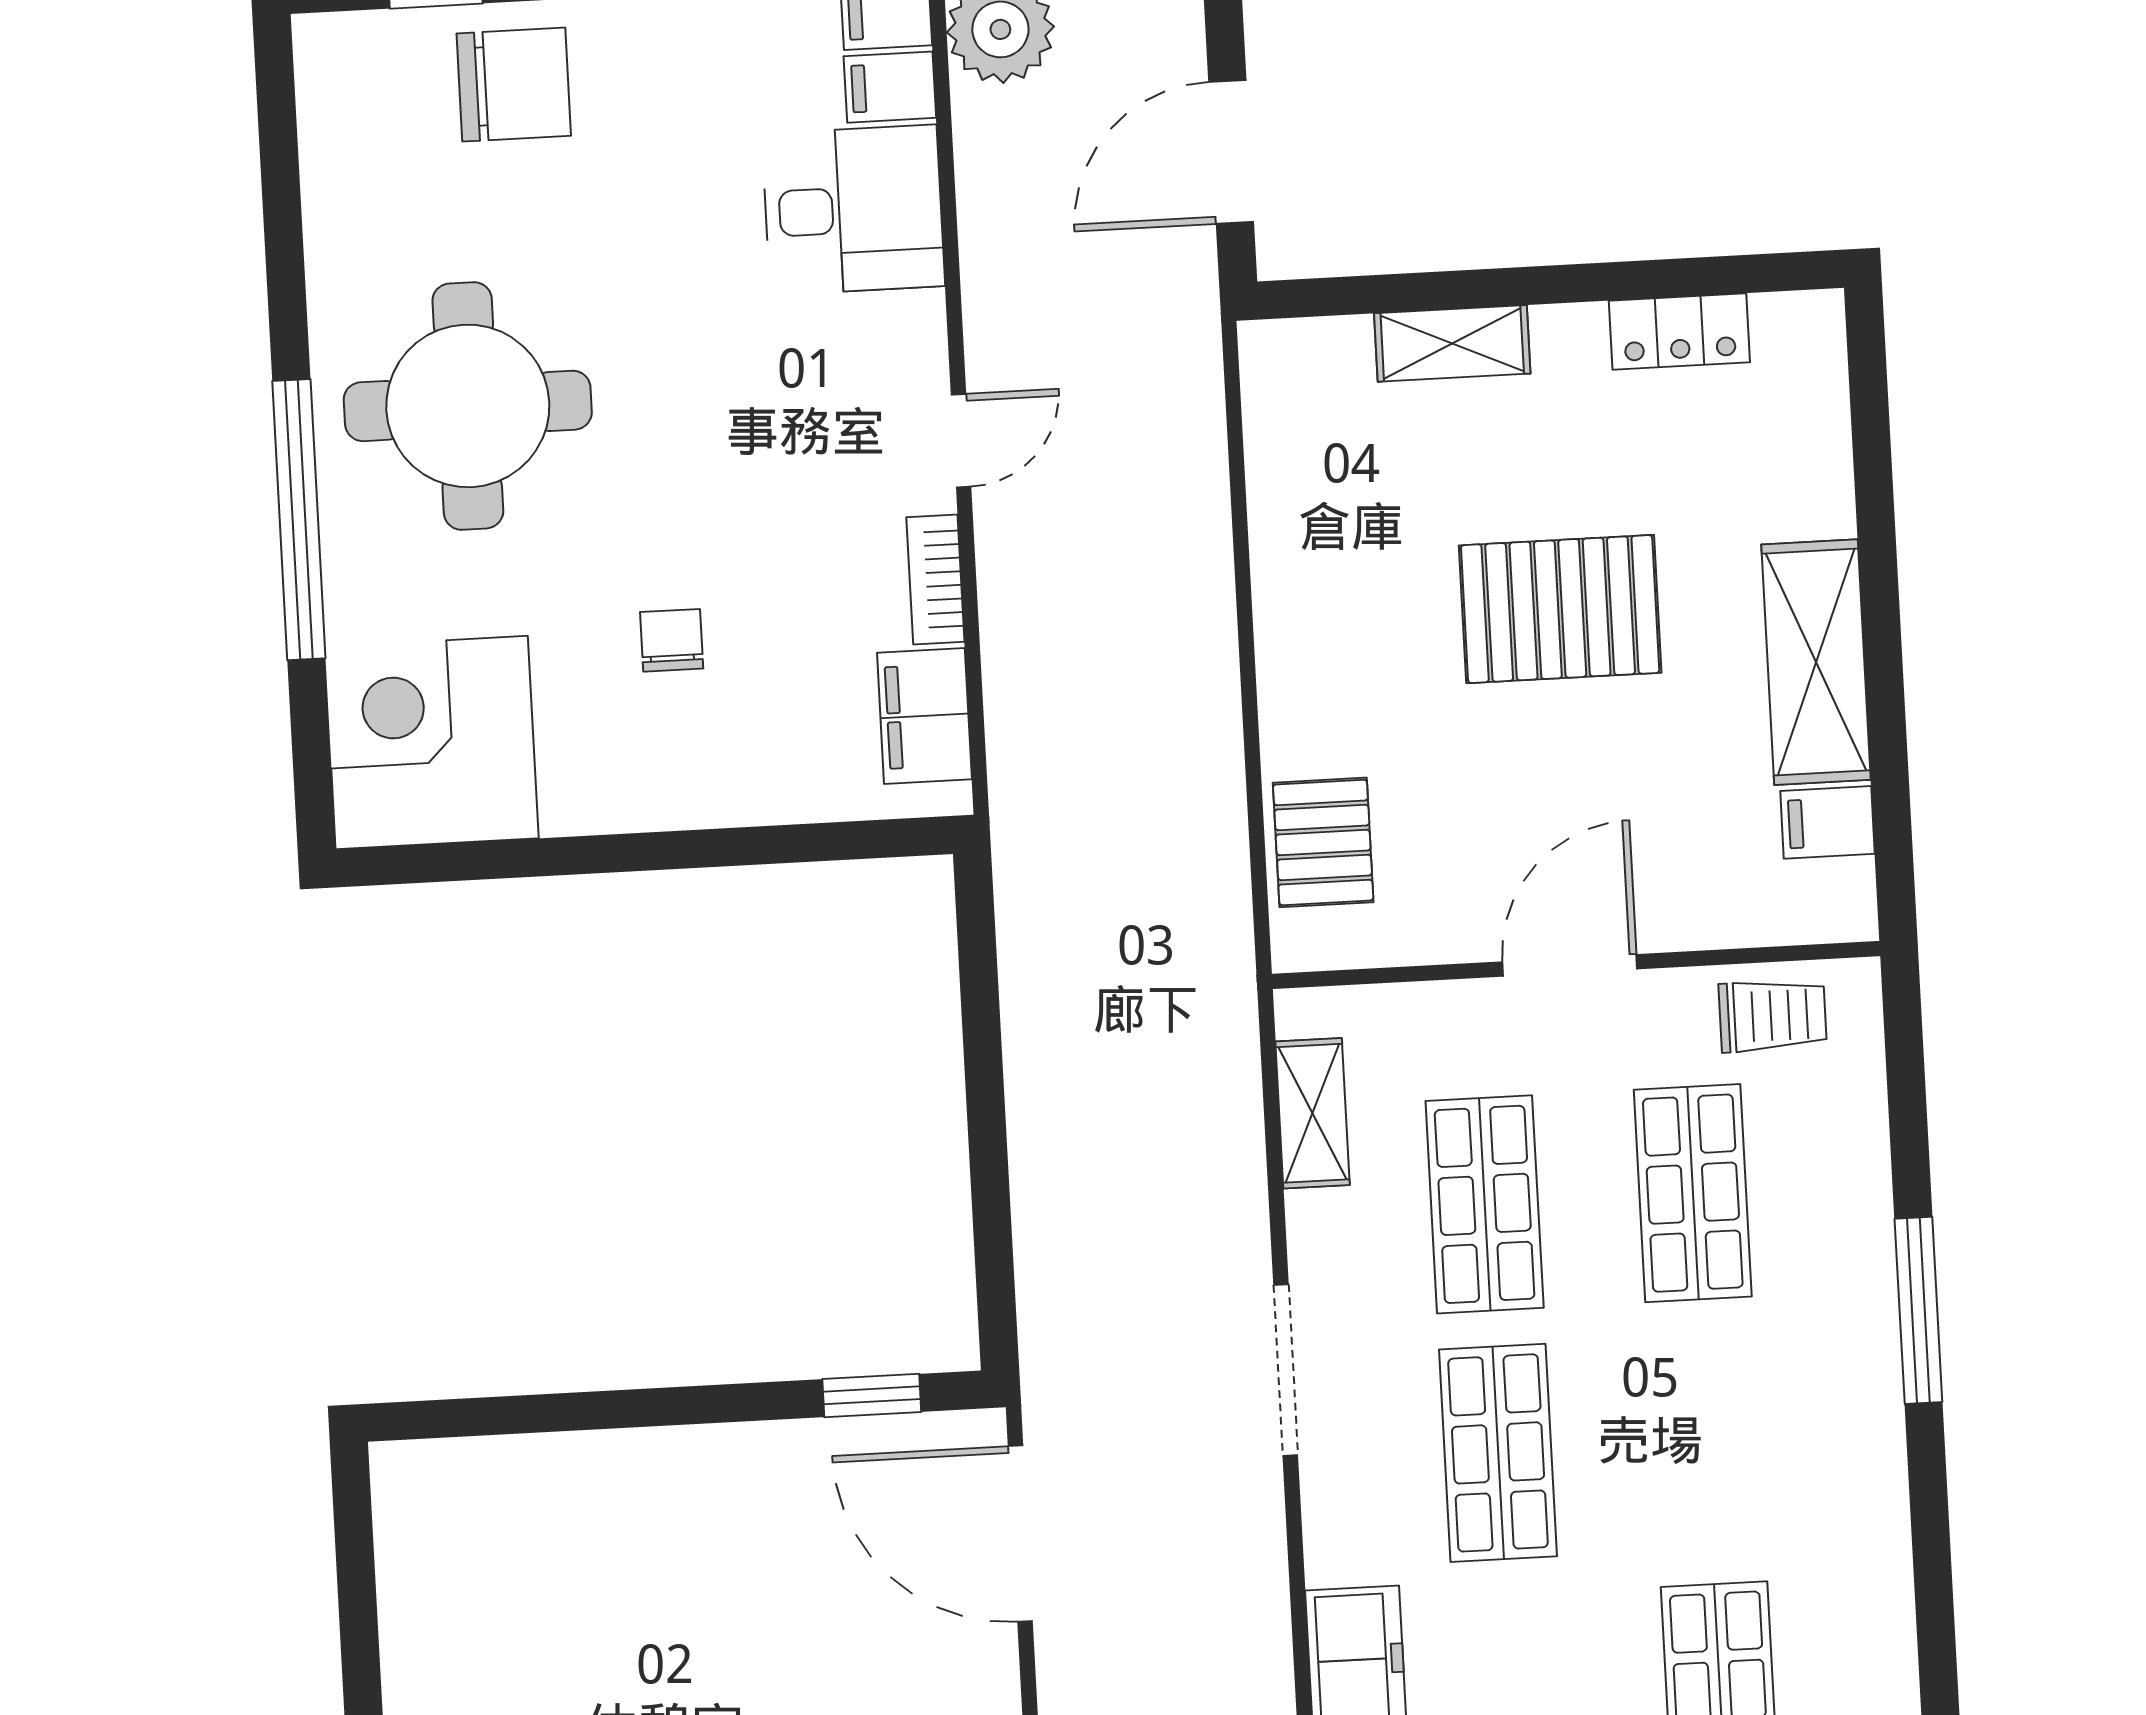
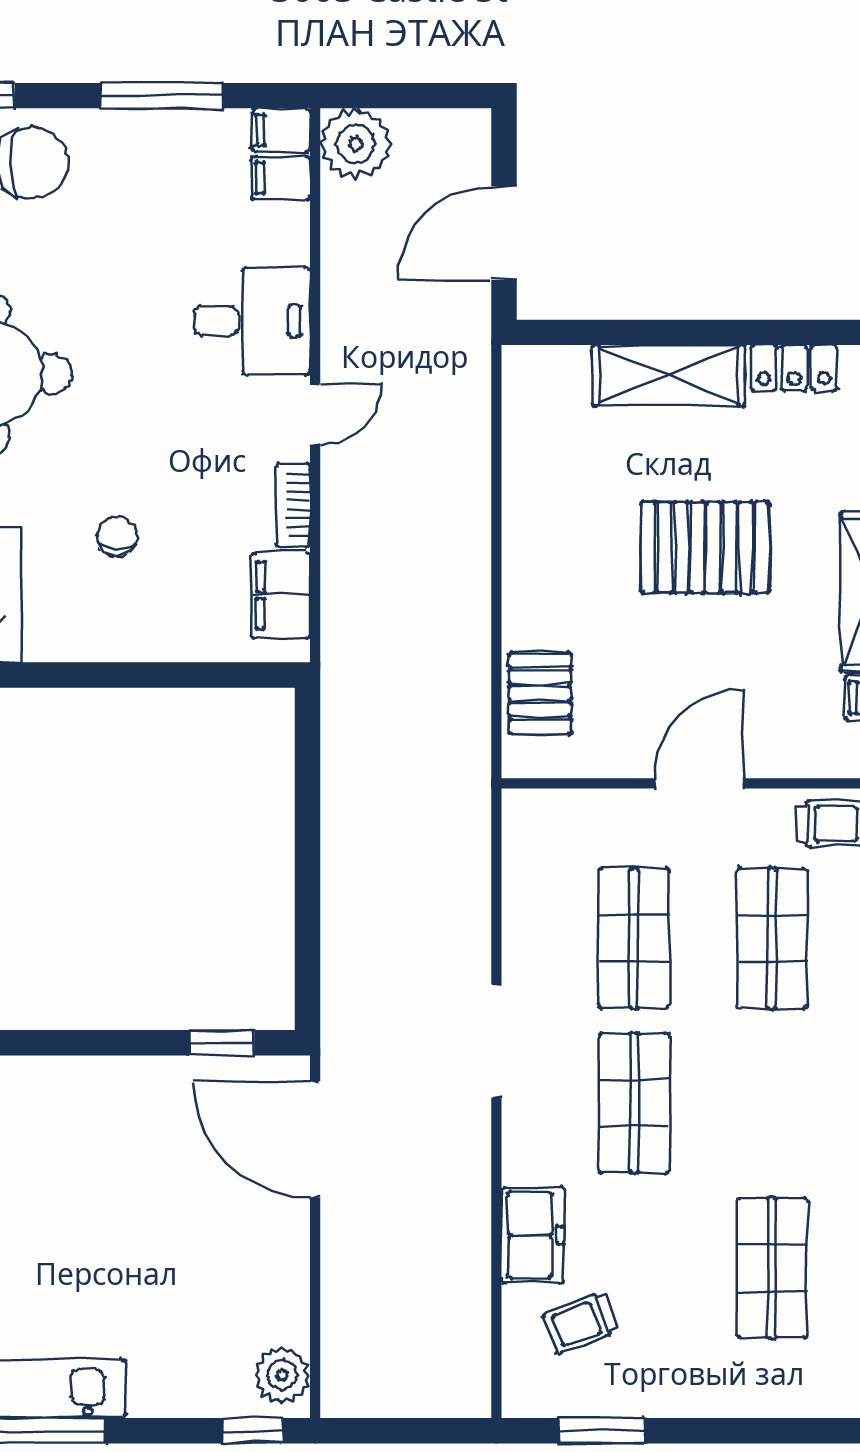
desk: (853, 210) -> (252, 321), moved
shelving: (1452, 343) -> (669, 375), width x1.50, depth x1.33
shelving: (1313, 1113) -> (523, 872), removed

